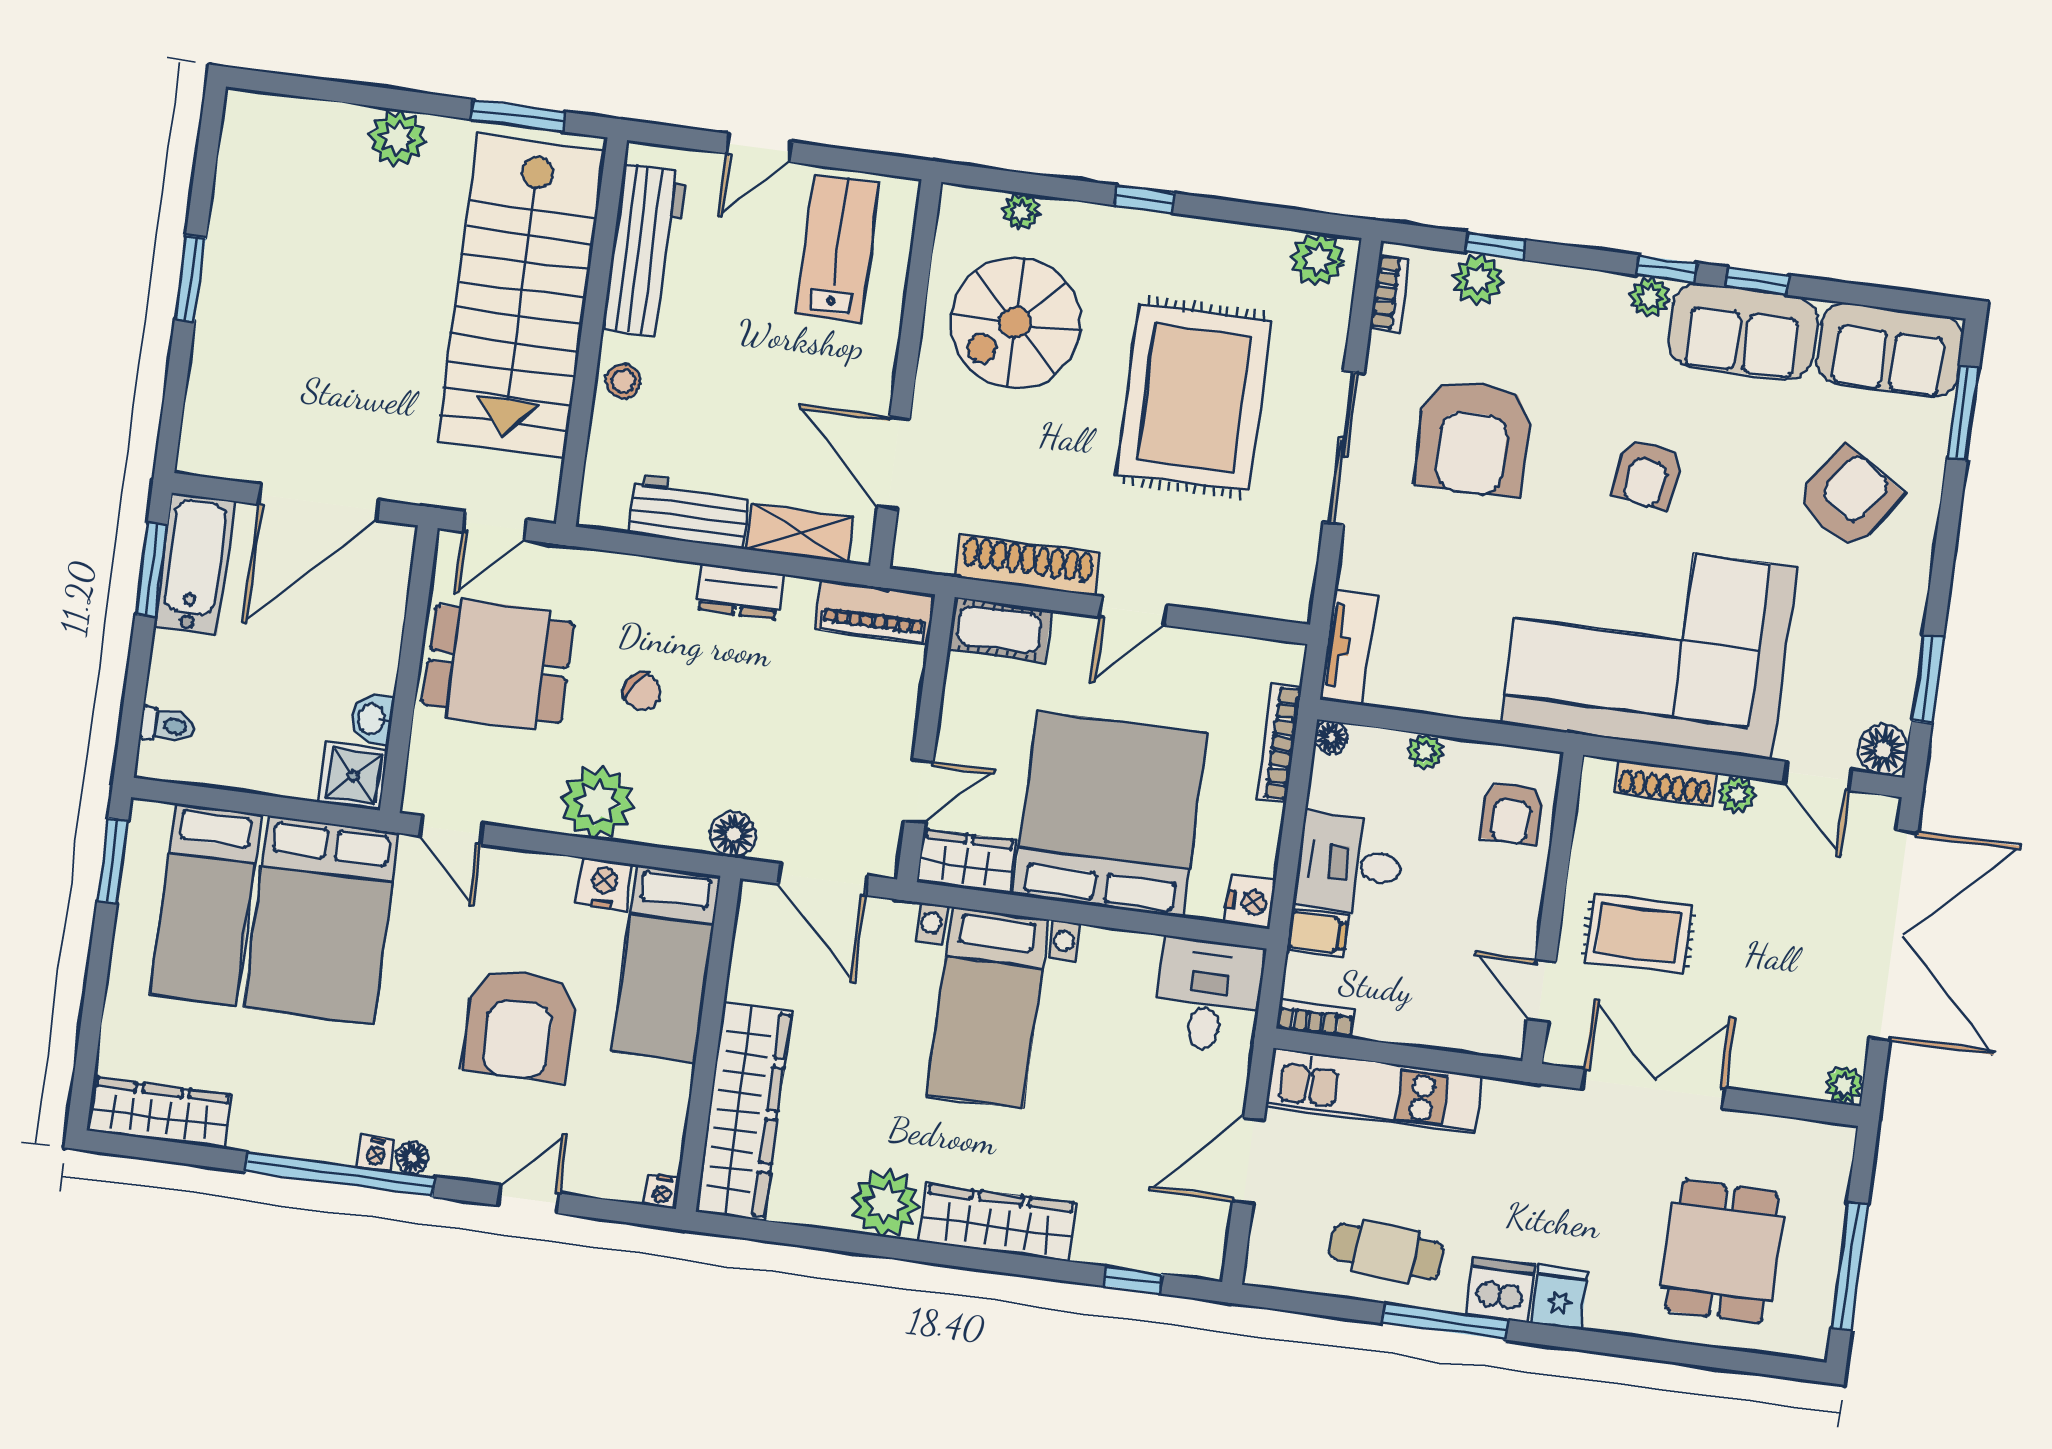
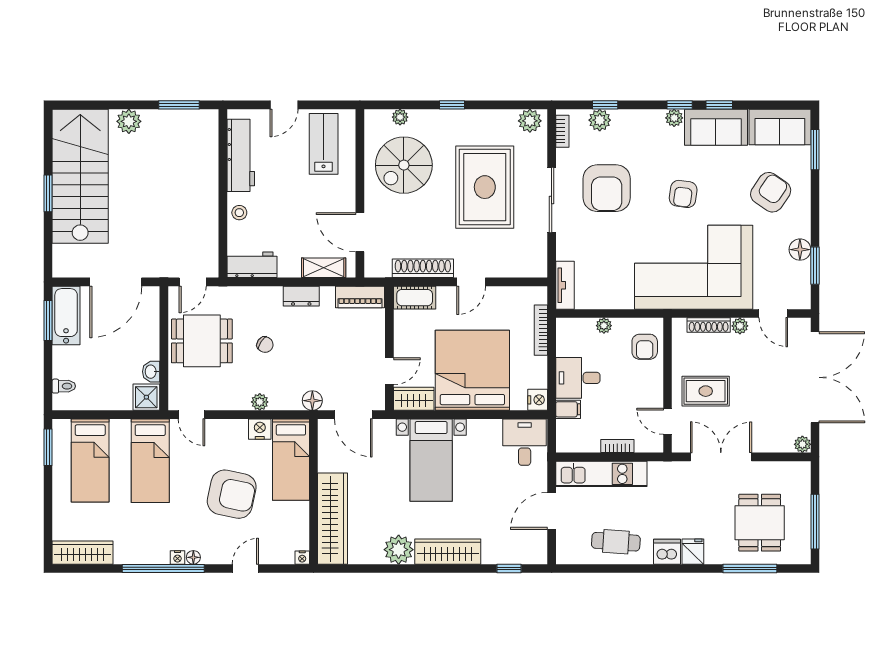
stairs: (521, 296) -> (80, 176), moved, turned 180
workbench: (689, 512) -> (252, 265), moved
floor lamp: (1331, 737) -> (563, 325), removed
floor lamp: (1883, 750) -> (800, 250), moved
plant: (597, 802) -> (260, 402), width x0.53, depth x0.53
bed: (321, 920) -> (150, 461), width x0.67
bookcase: (1316, 1018) -> (617, 446), moved
armchair: (520, 1025) -> (232, 494), turned -78
window: (1445, 1322) -> (750, 568), moved

